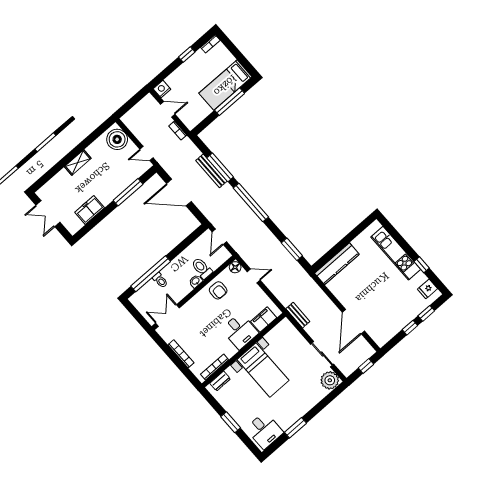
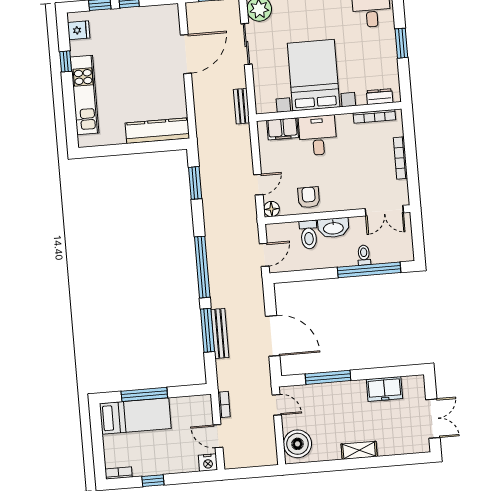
door: (254, 276) -> (258, 185), swing flipped
washbasin: (196, 281) -> (333, 228), width x1.91, depth x1.45
bed with nightstands: (263, 370) -> (314, 75), width x1.36

